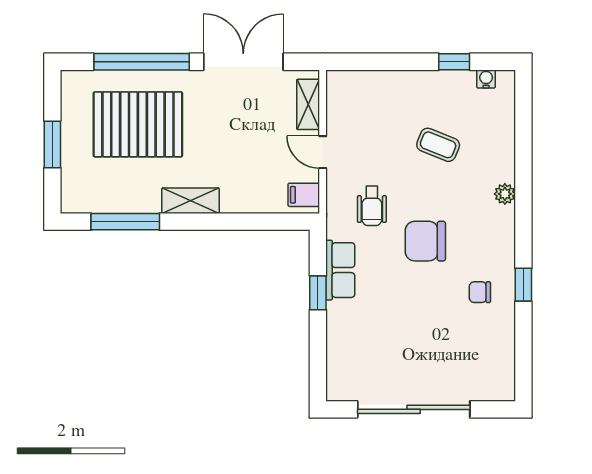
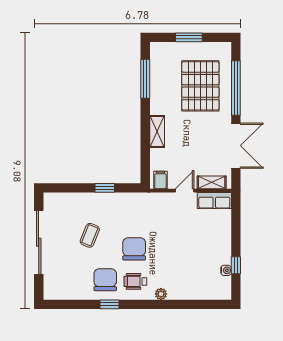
water cooler: (486, 79) -> (226, 270), moved
coffee table: (438, 145) -> (90, 235), moved
shelving: (191, 201) -> (157, 131), moved
wheelchair: (372, 206) -> (135, 281), moved
row of seats: (340, 270) -> (214, 201), moved
chair: (480, 292) -> (105, 280), width x1.87, depth x1.87

